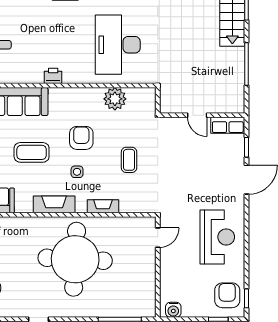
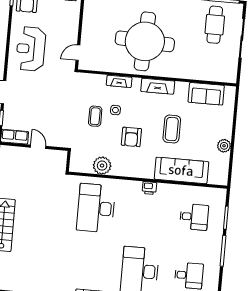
desk: (118, 45) -> (96, 208), turned 180
coffee table: (32, 152) -> (172, 129), turned 90
side table: (77, 172) -> (115, 110), moved

